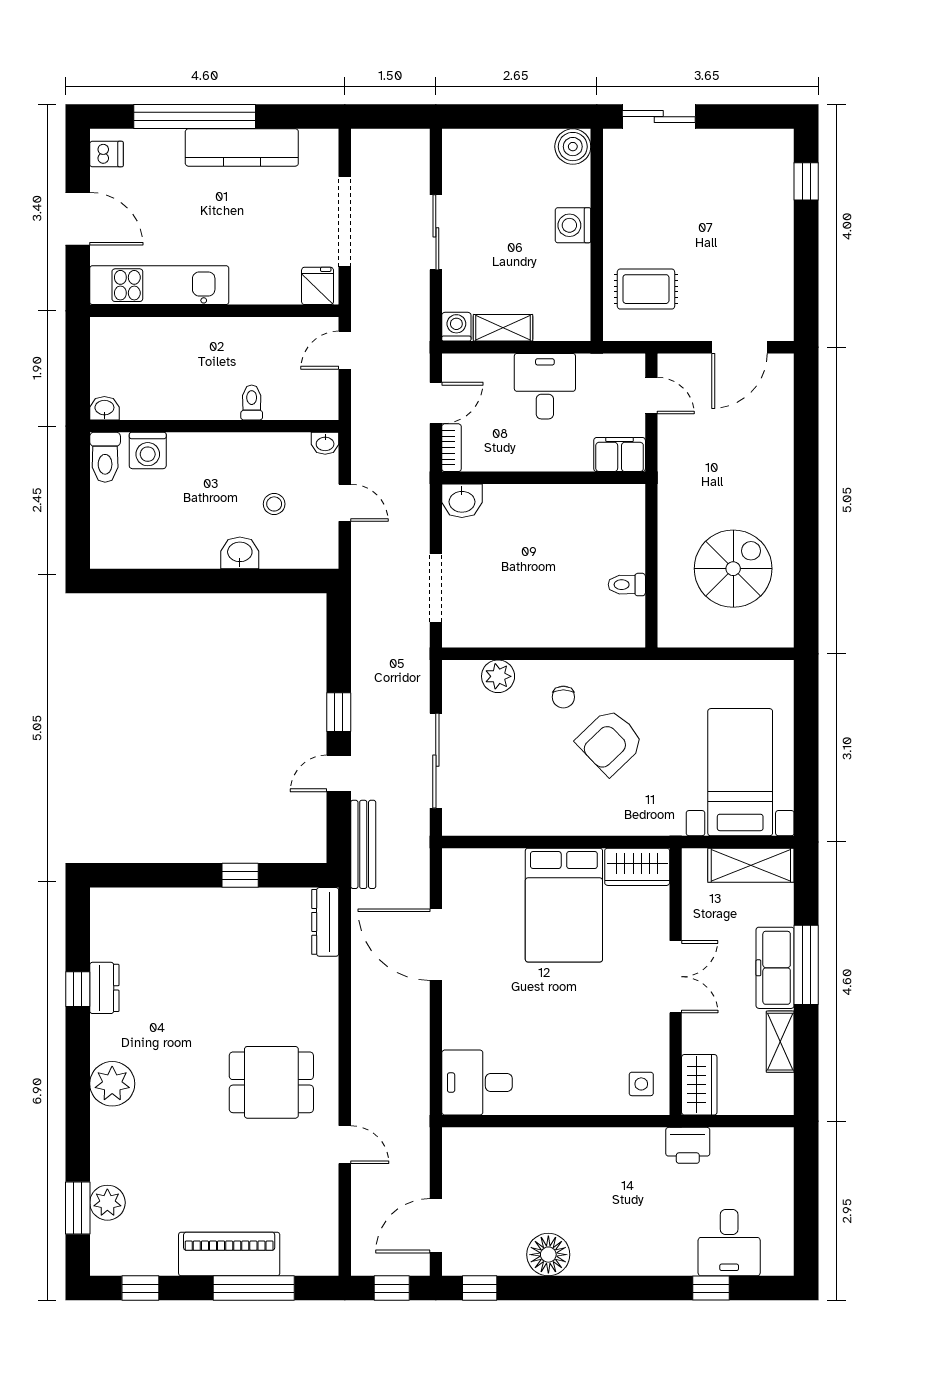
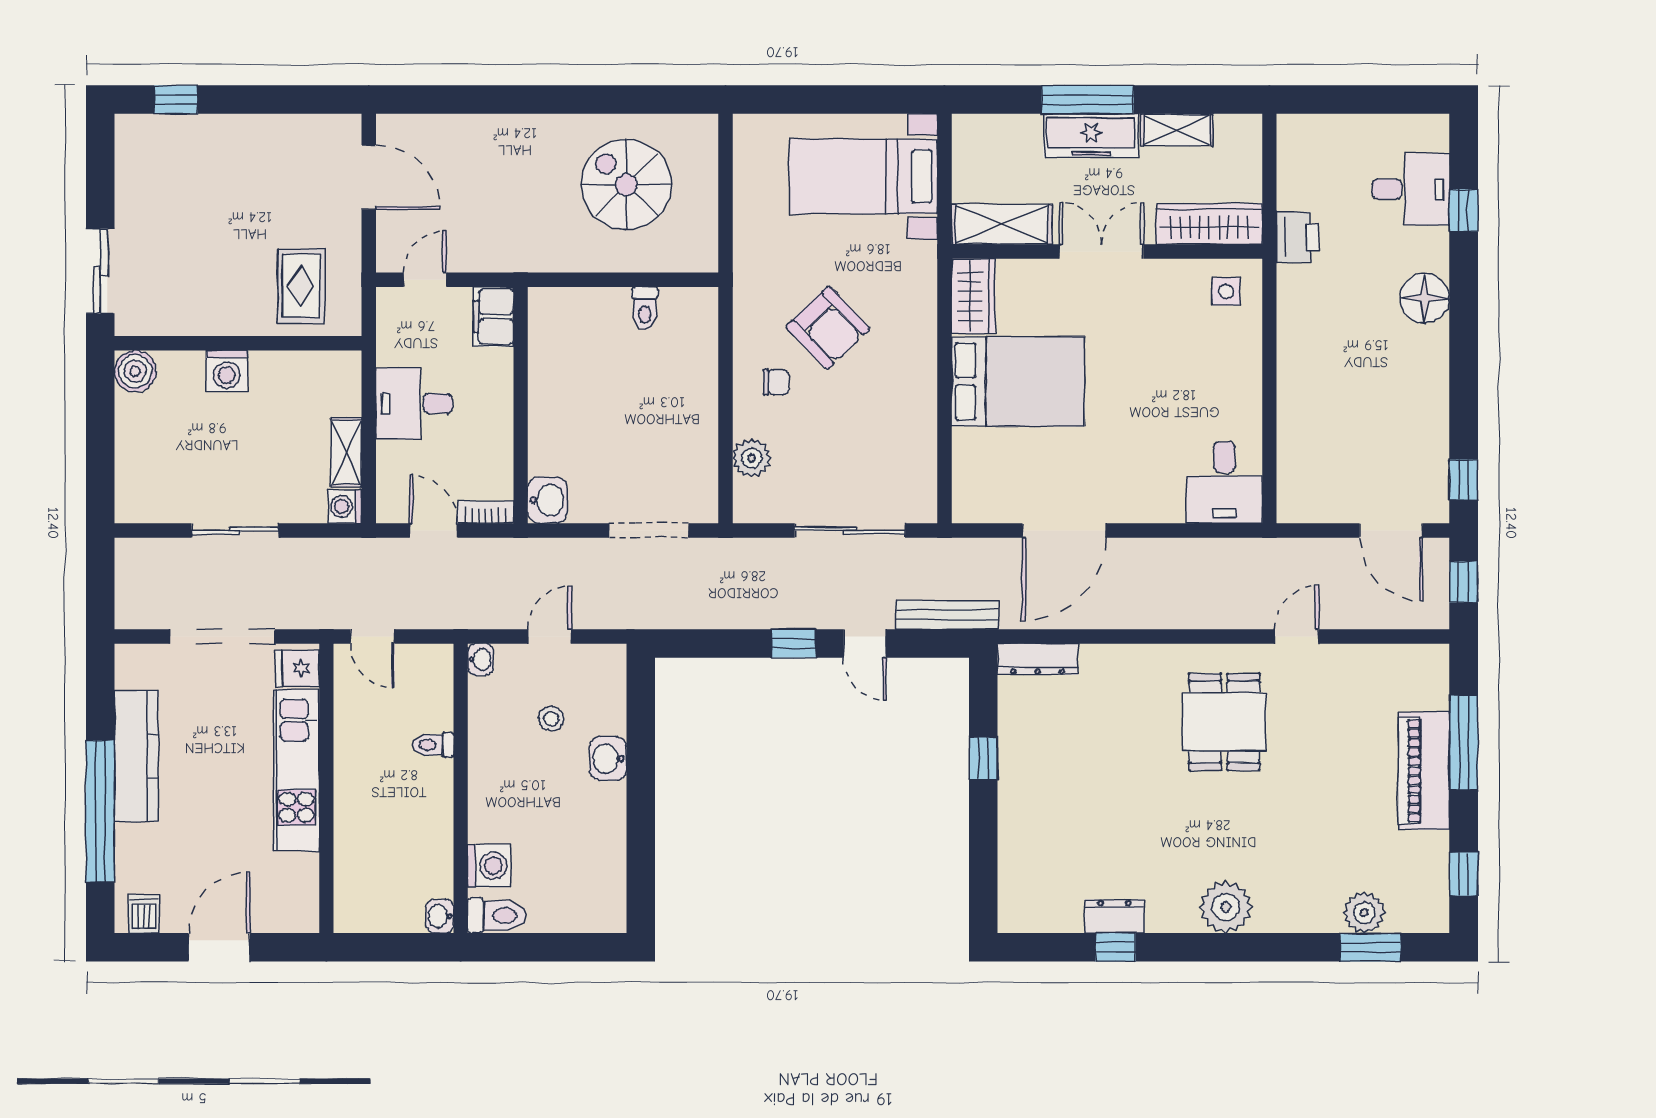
kitchen unit: (159, 285) -> (297, 770), moved
shelving: (751, 865) -> (1002, 224), moved, turned 90
wardrobe: (699, 1085) -> (1209, 224), width x1.50
floor lamp: (548, 1255) -> (1425, 298), moved

